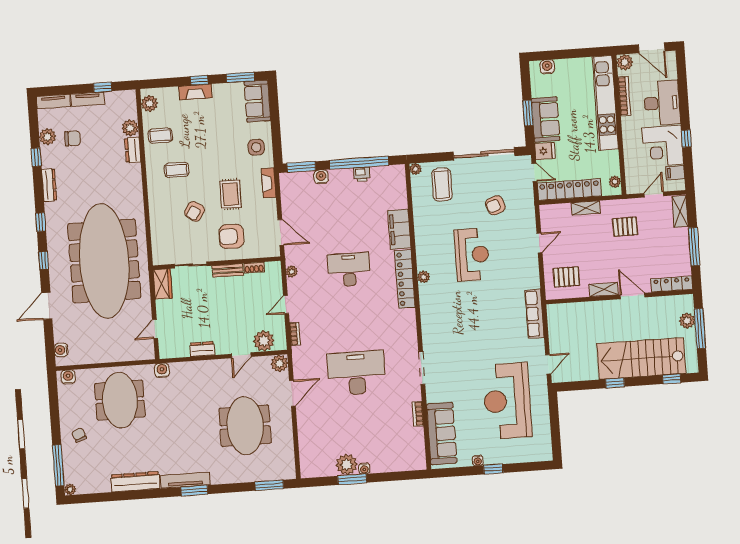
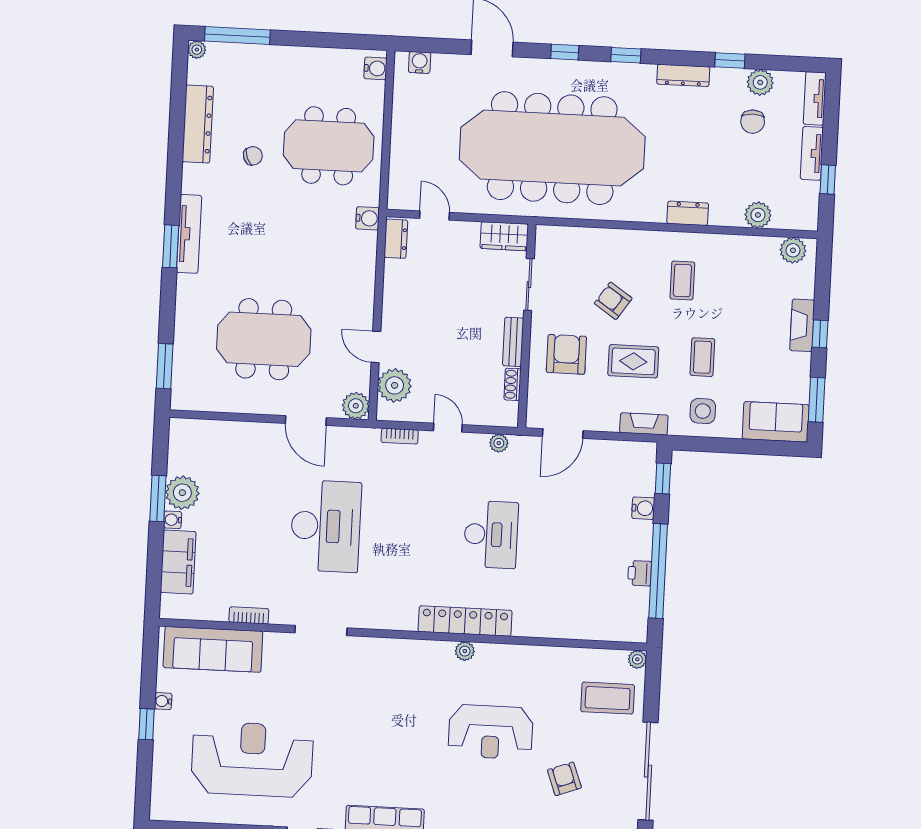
coffee table: (160, 136) -> (702, 357), moved
dresser: (133, 150) -> (688, 213), moved
window: (301, 167) -> (663, 479), width x0.67
filing cabinet: (399, 229) -> (178, 562), moved, turned 90
dresser: (202, 349) -> (396, 239), moved
chair: (79, 435) -> (253, 156), moved
dresser: (135, 482) -> (198, 124), moved

